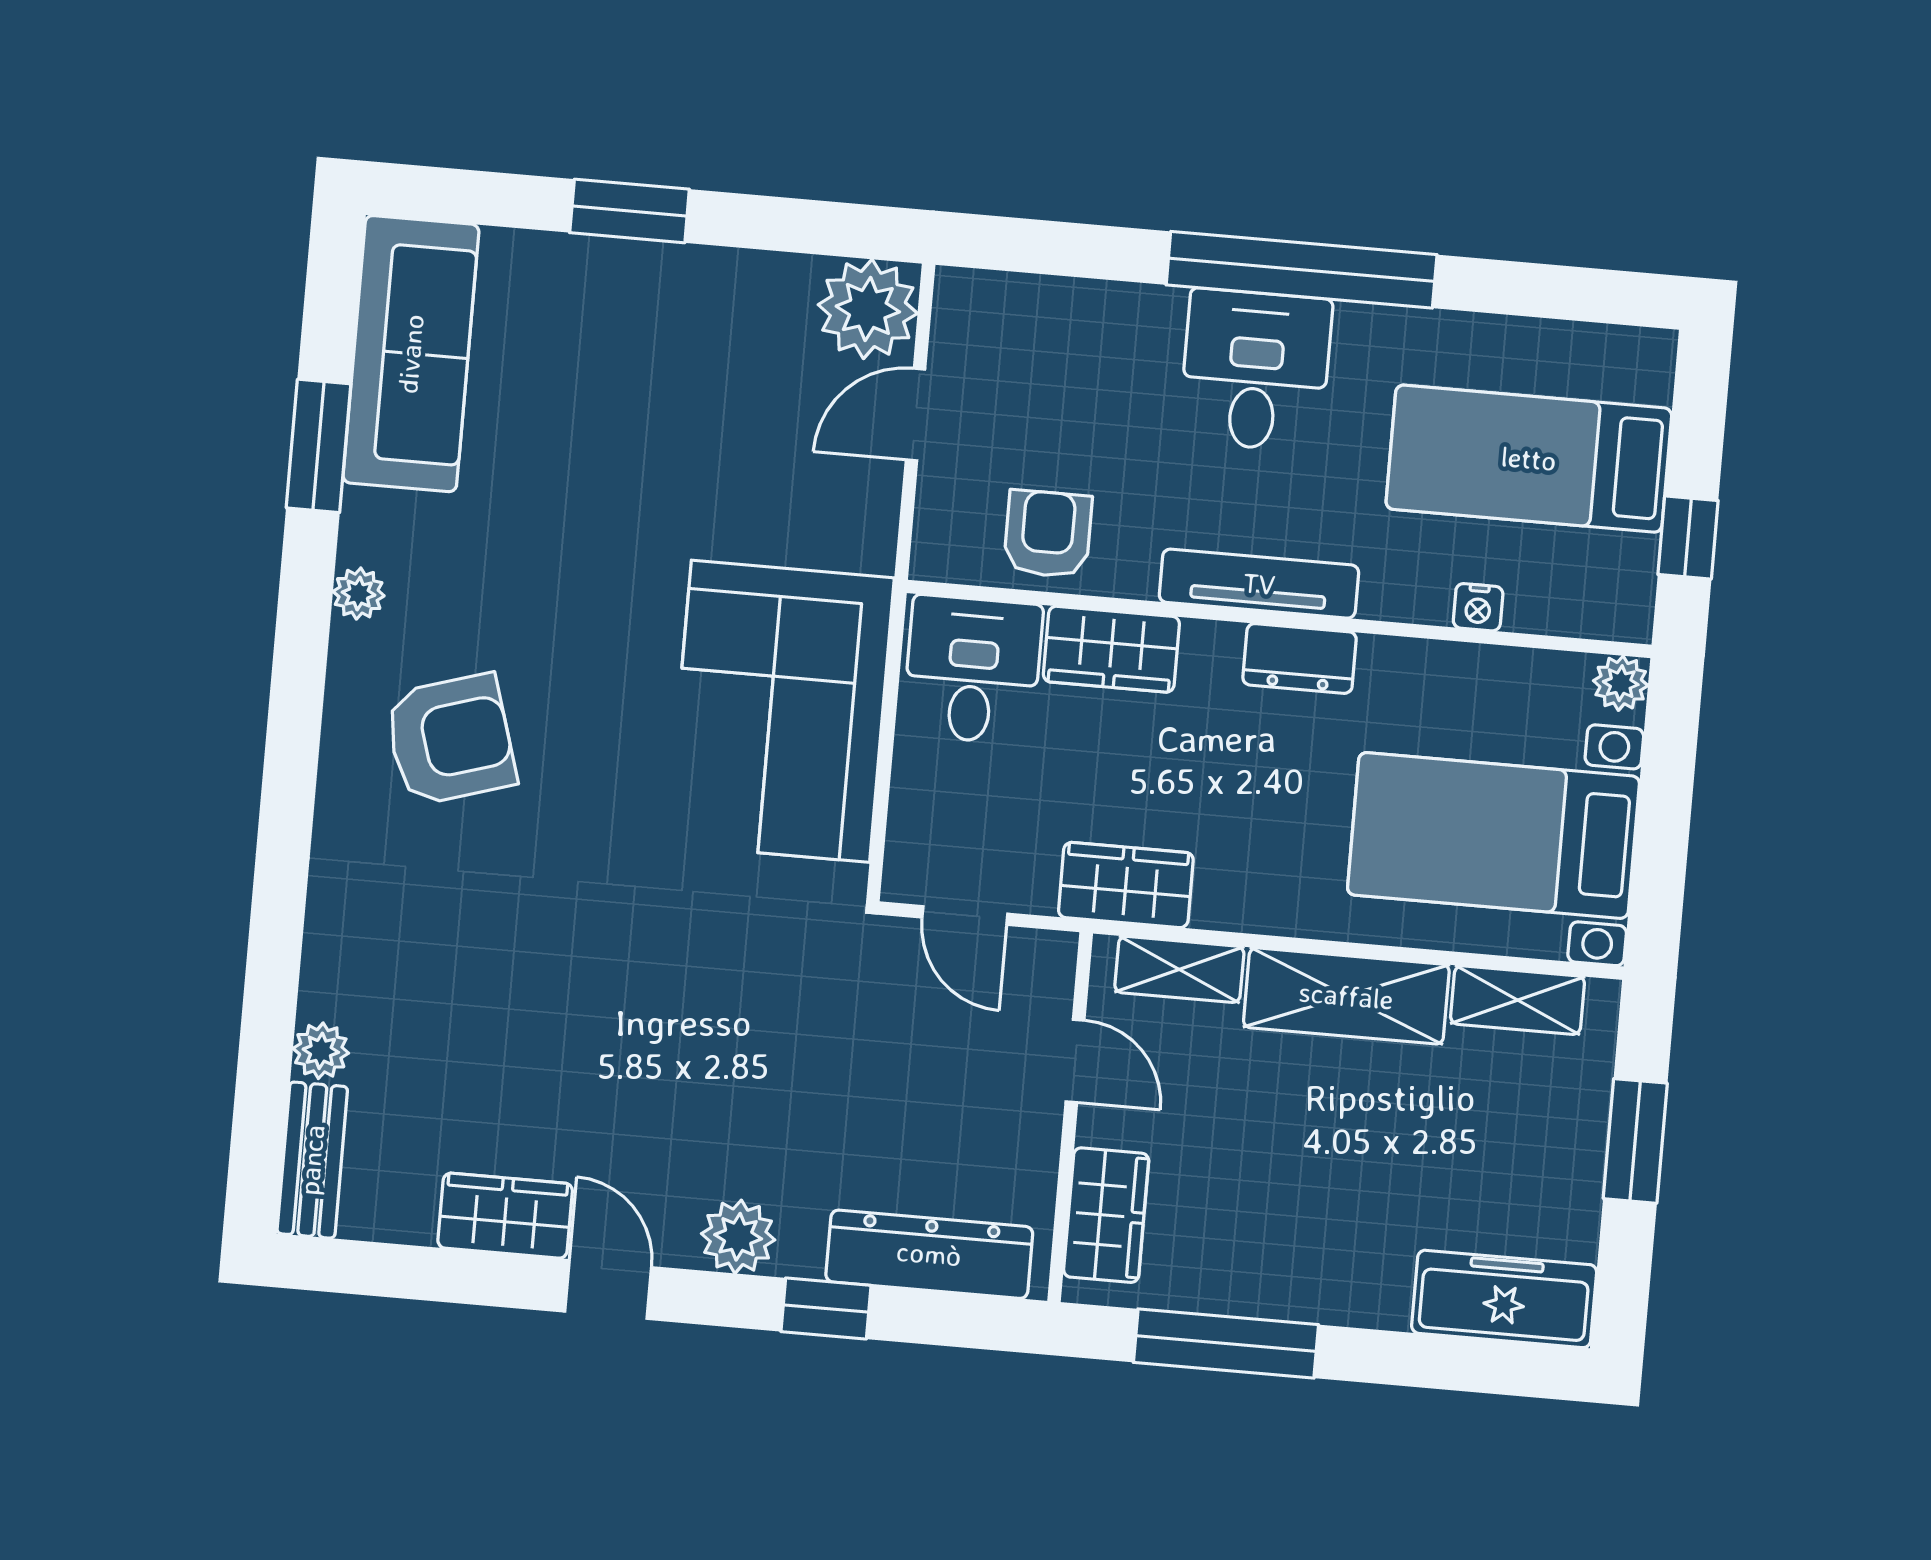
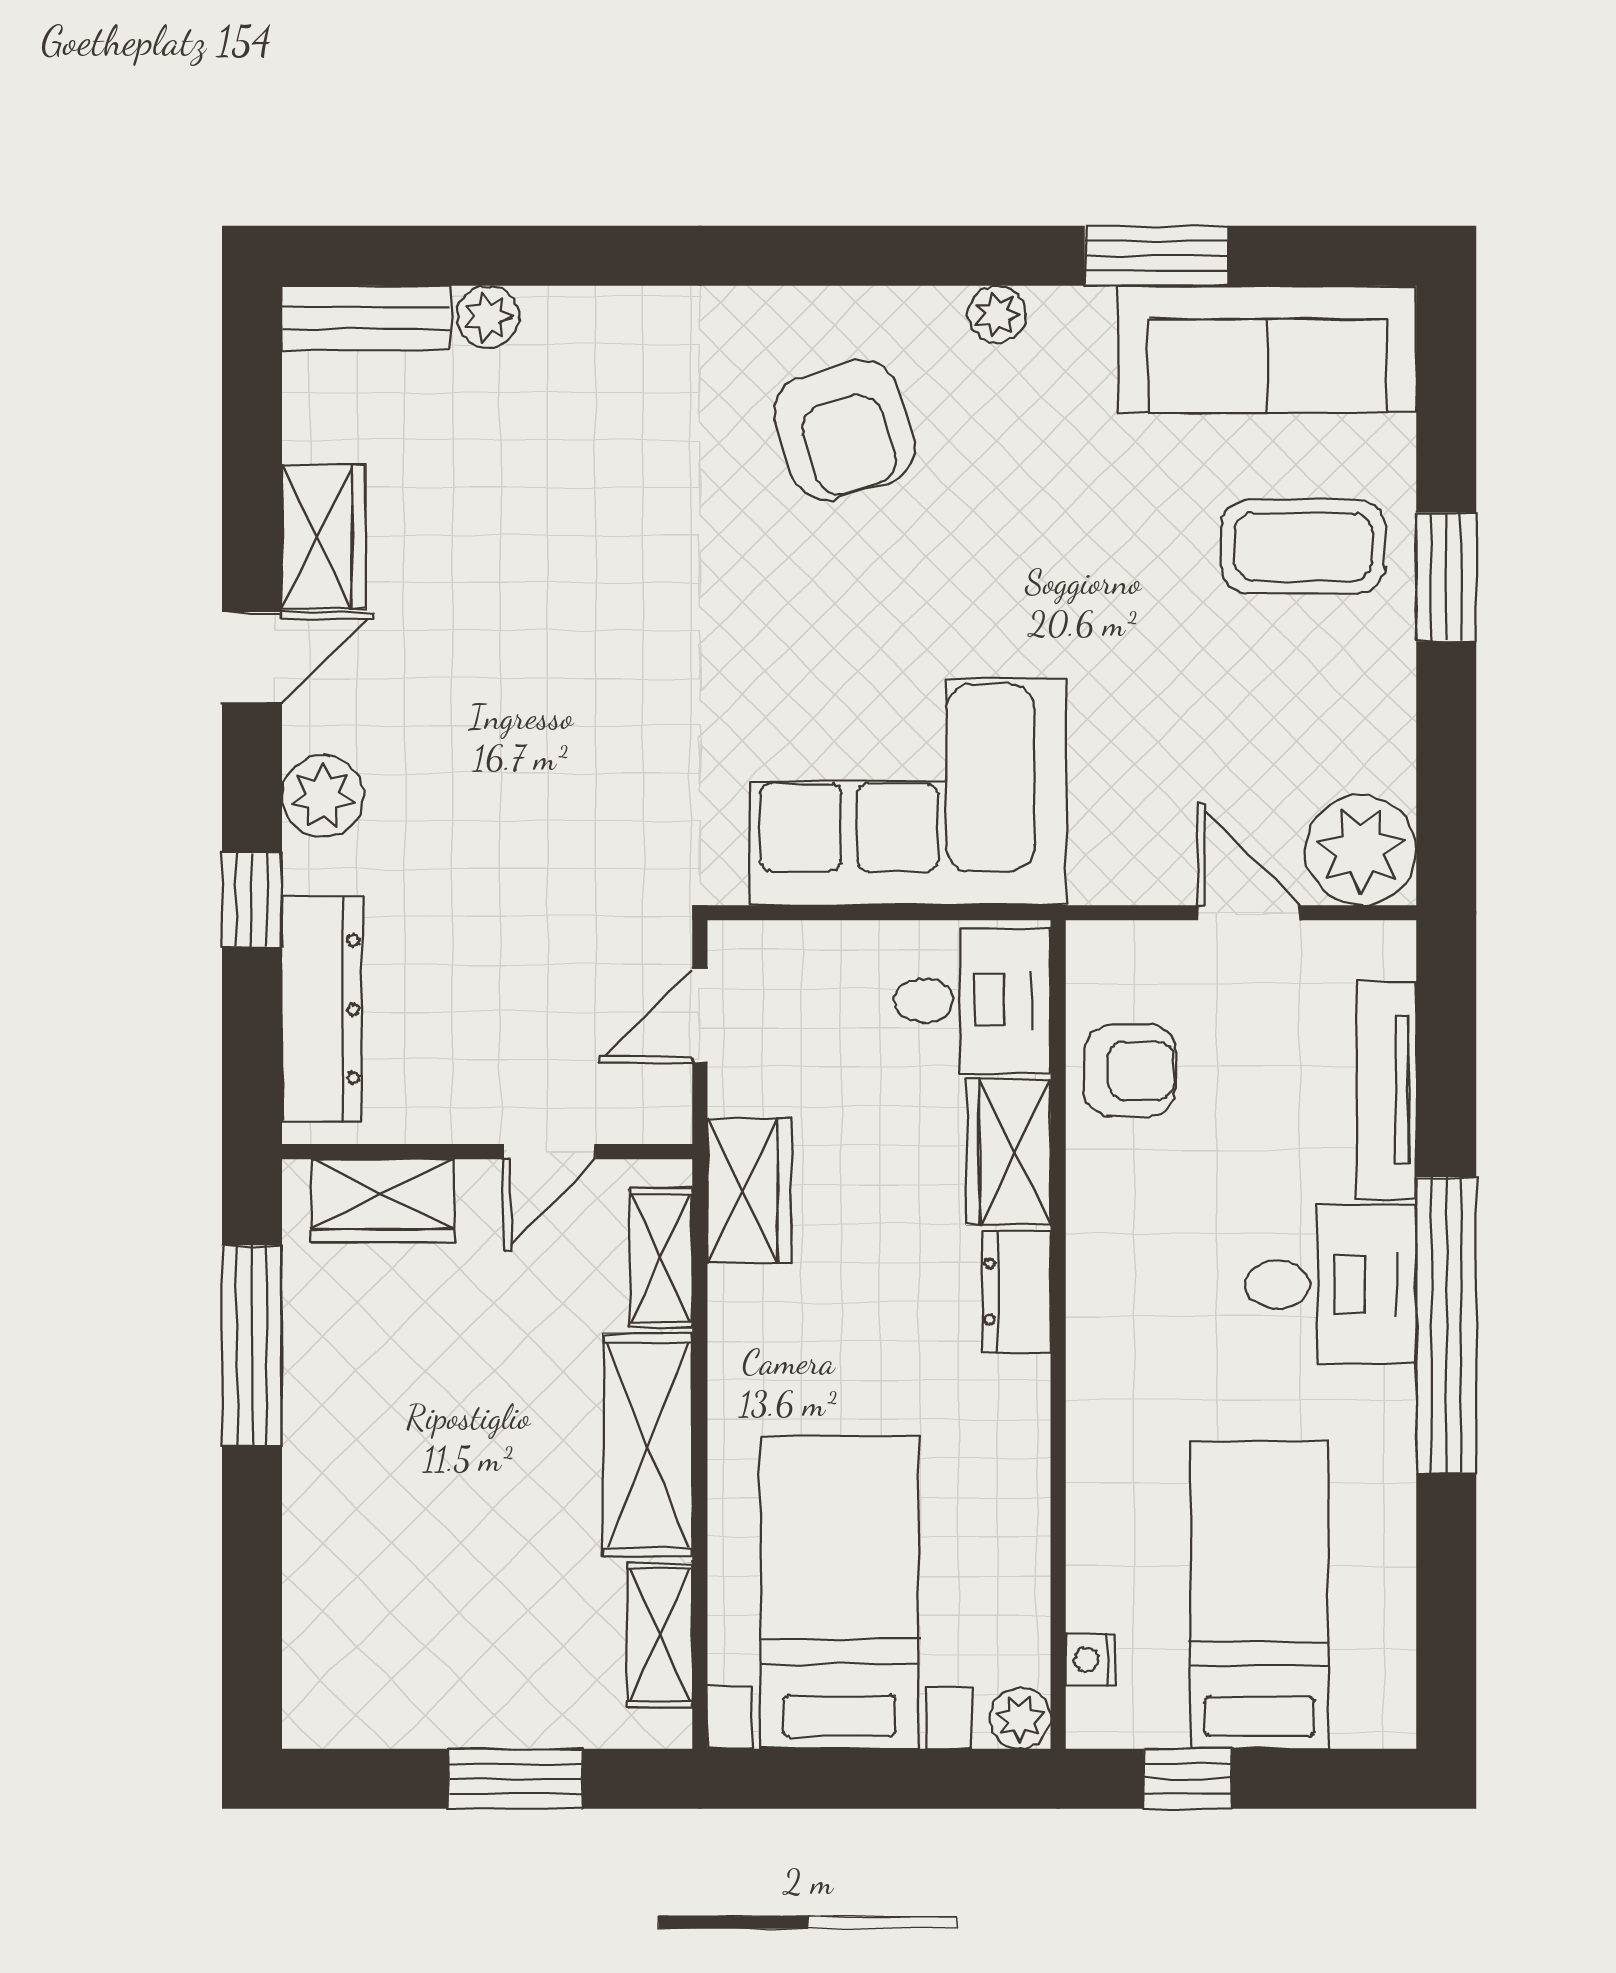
coffee table: (591, 337) -> (1303, 547), added
tv unit: (1259, 584) -> (1387, 1090), moved, turned 180
nightstand: (1478, 607) -> (1090, 1660), moved
dresser: (1300, 658) -> (1016, 1292), moved
freezer: (1504, 1299) -> (328, 1649), removed

